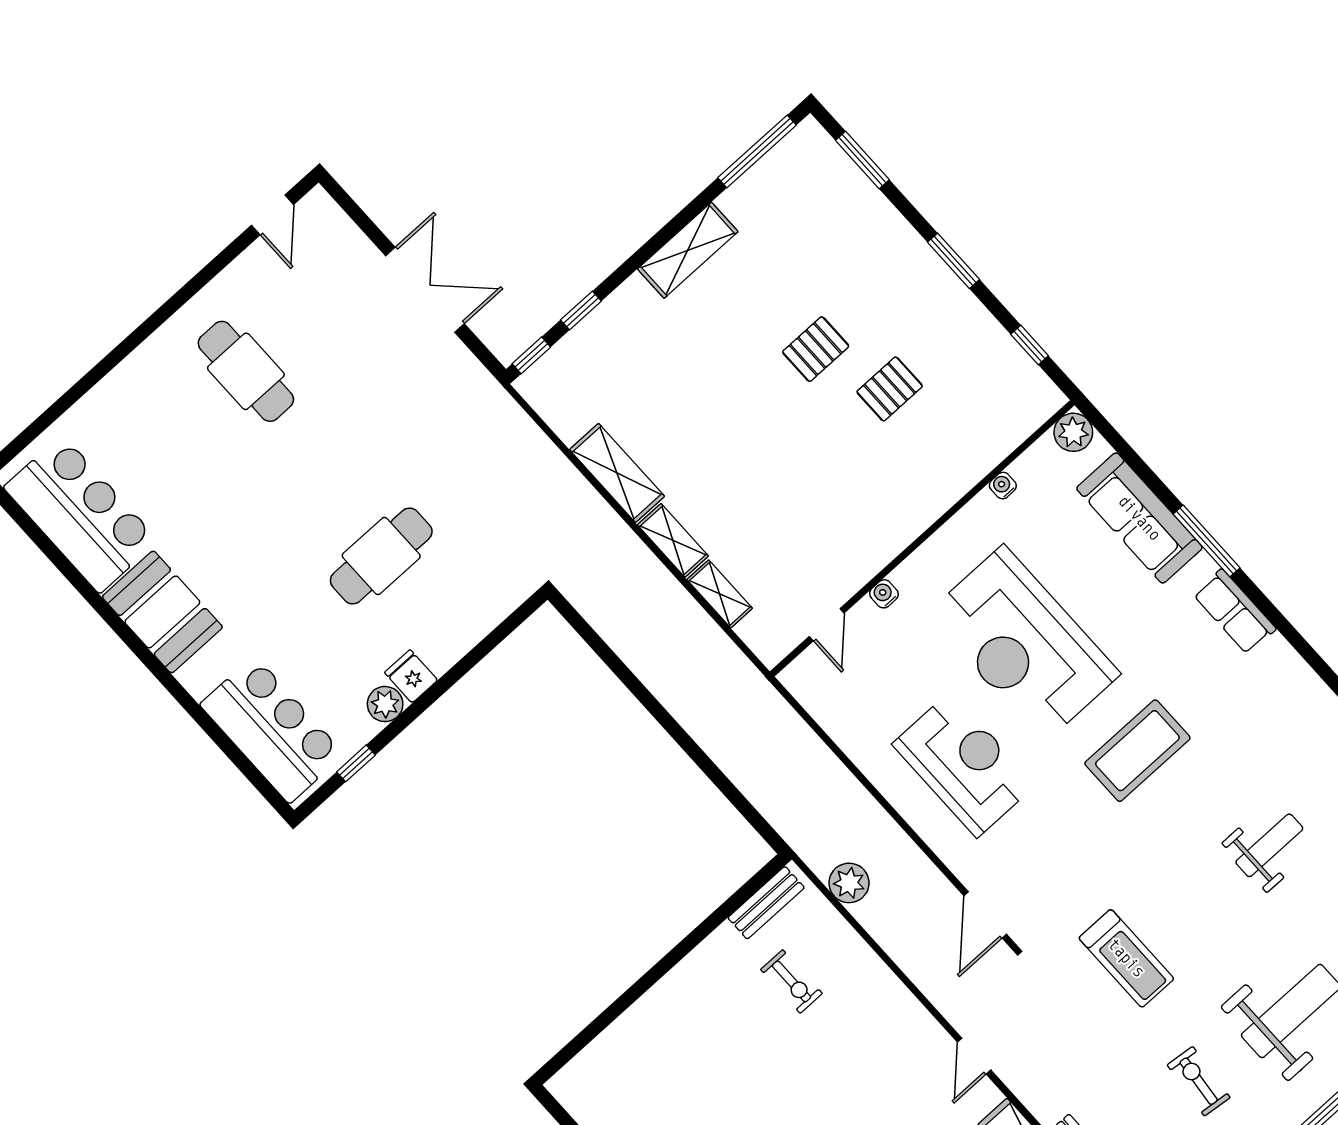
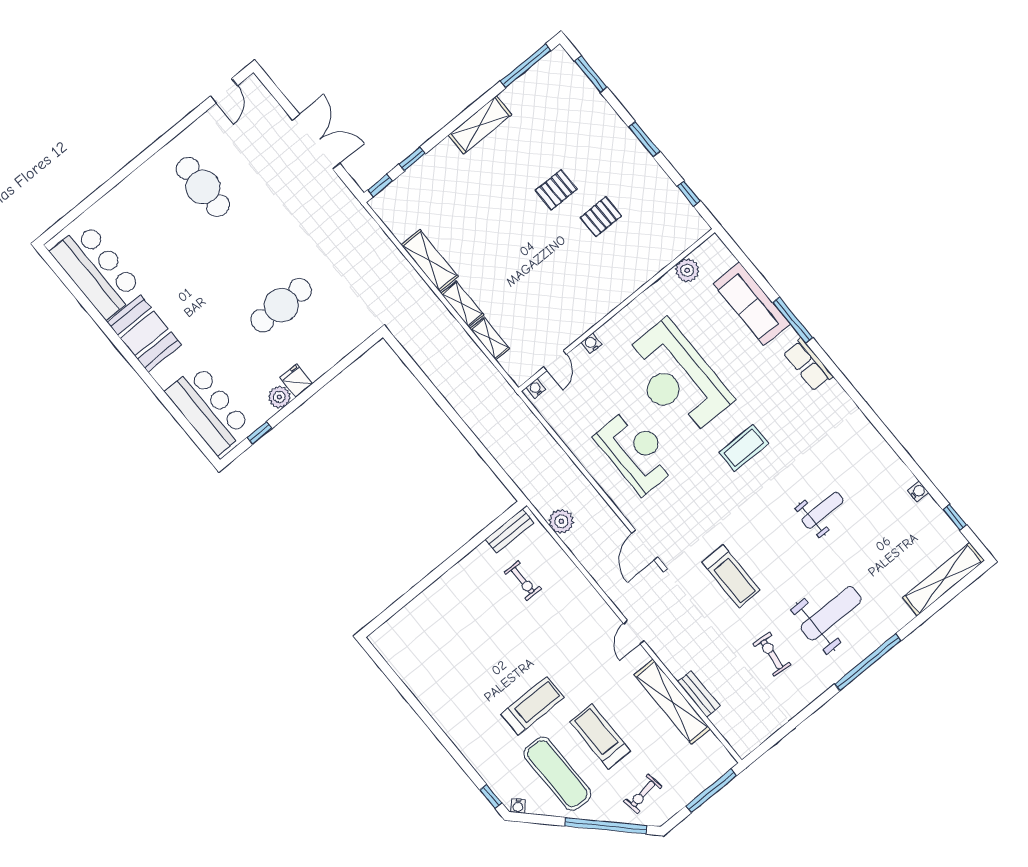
plant: (1073, 432) -> (687, 270), moved
water cooler: (1003, 486) -> (536, 388), moved
coffee table: (1137, 751) -> (744, 448), width x0.73, depth x0.76

